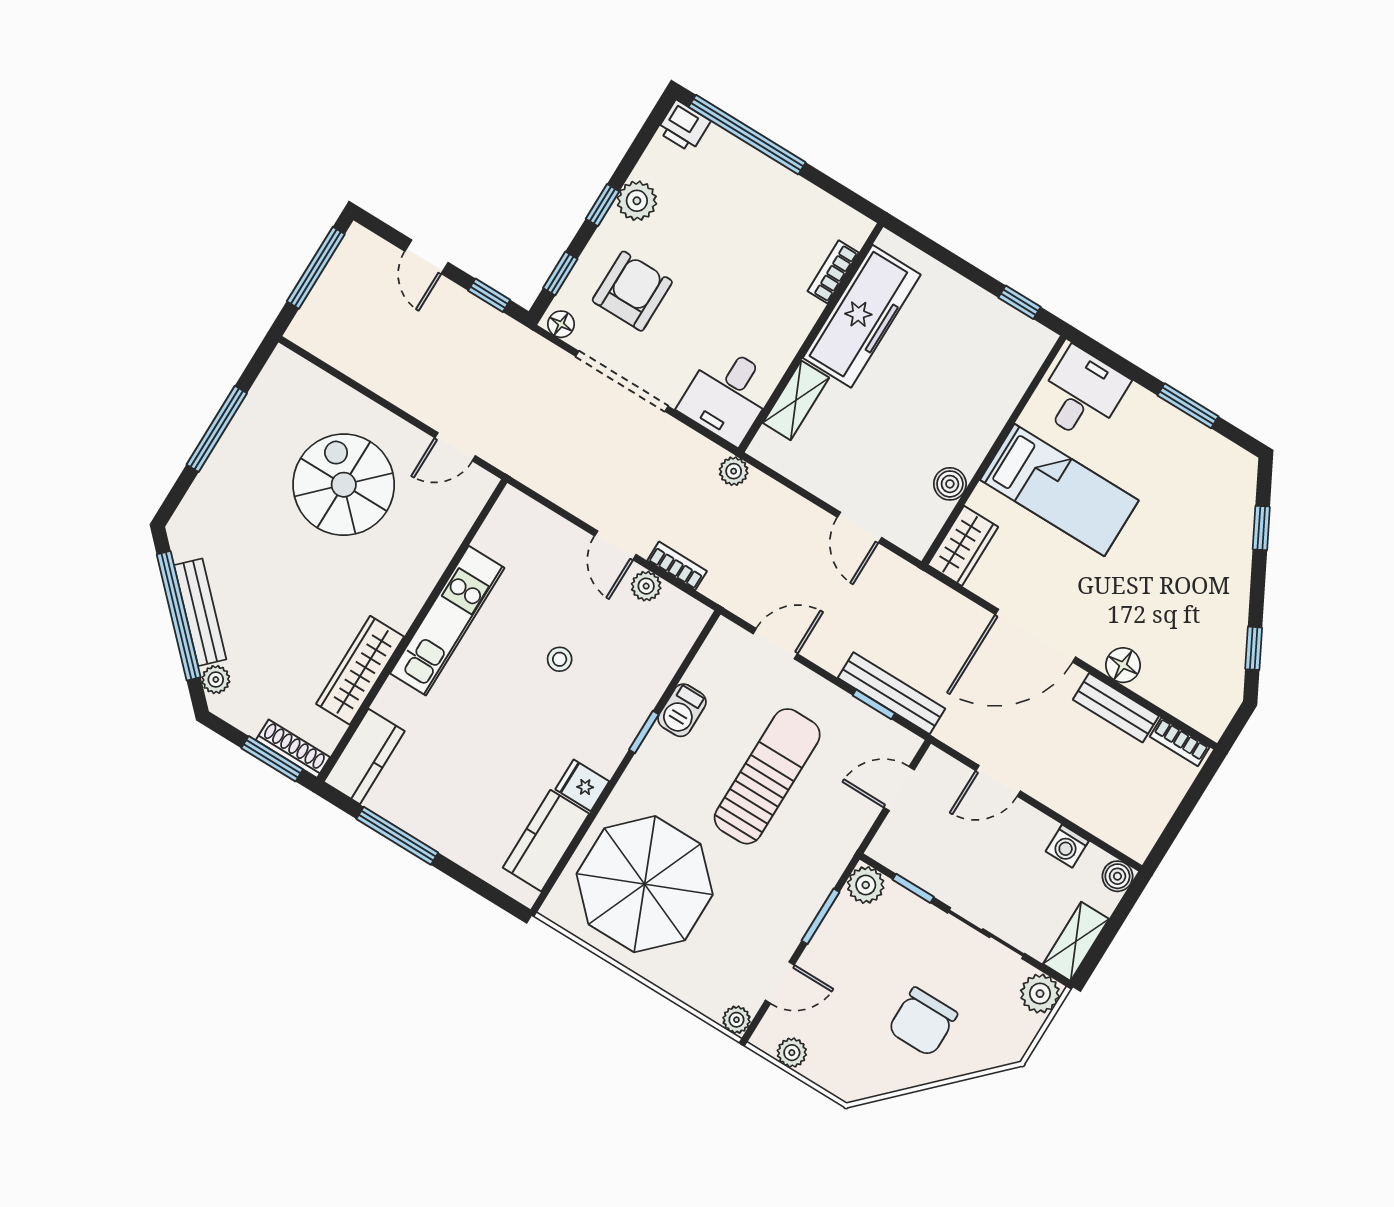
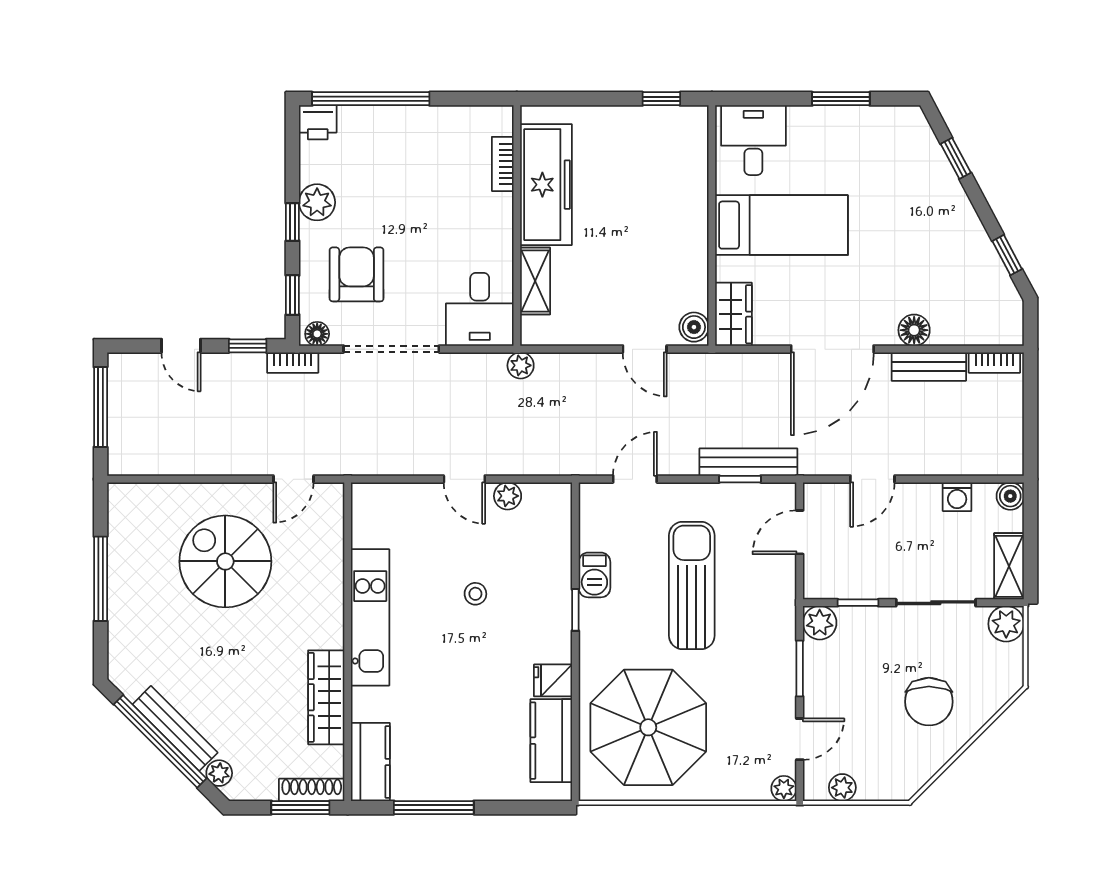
boiler: (950, 484) -> (694, 327), moved
bookcase: (677, 566) -> (293, 363), moved, turned 180

